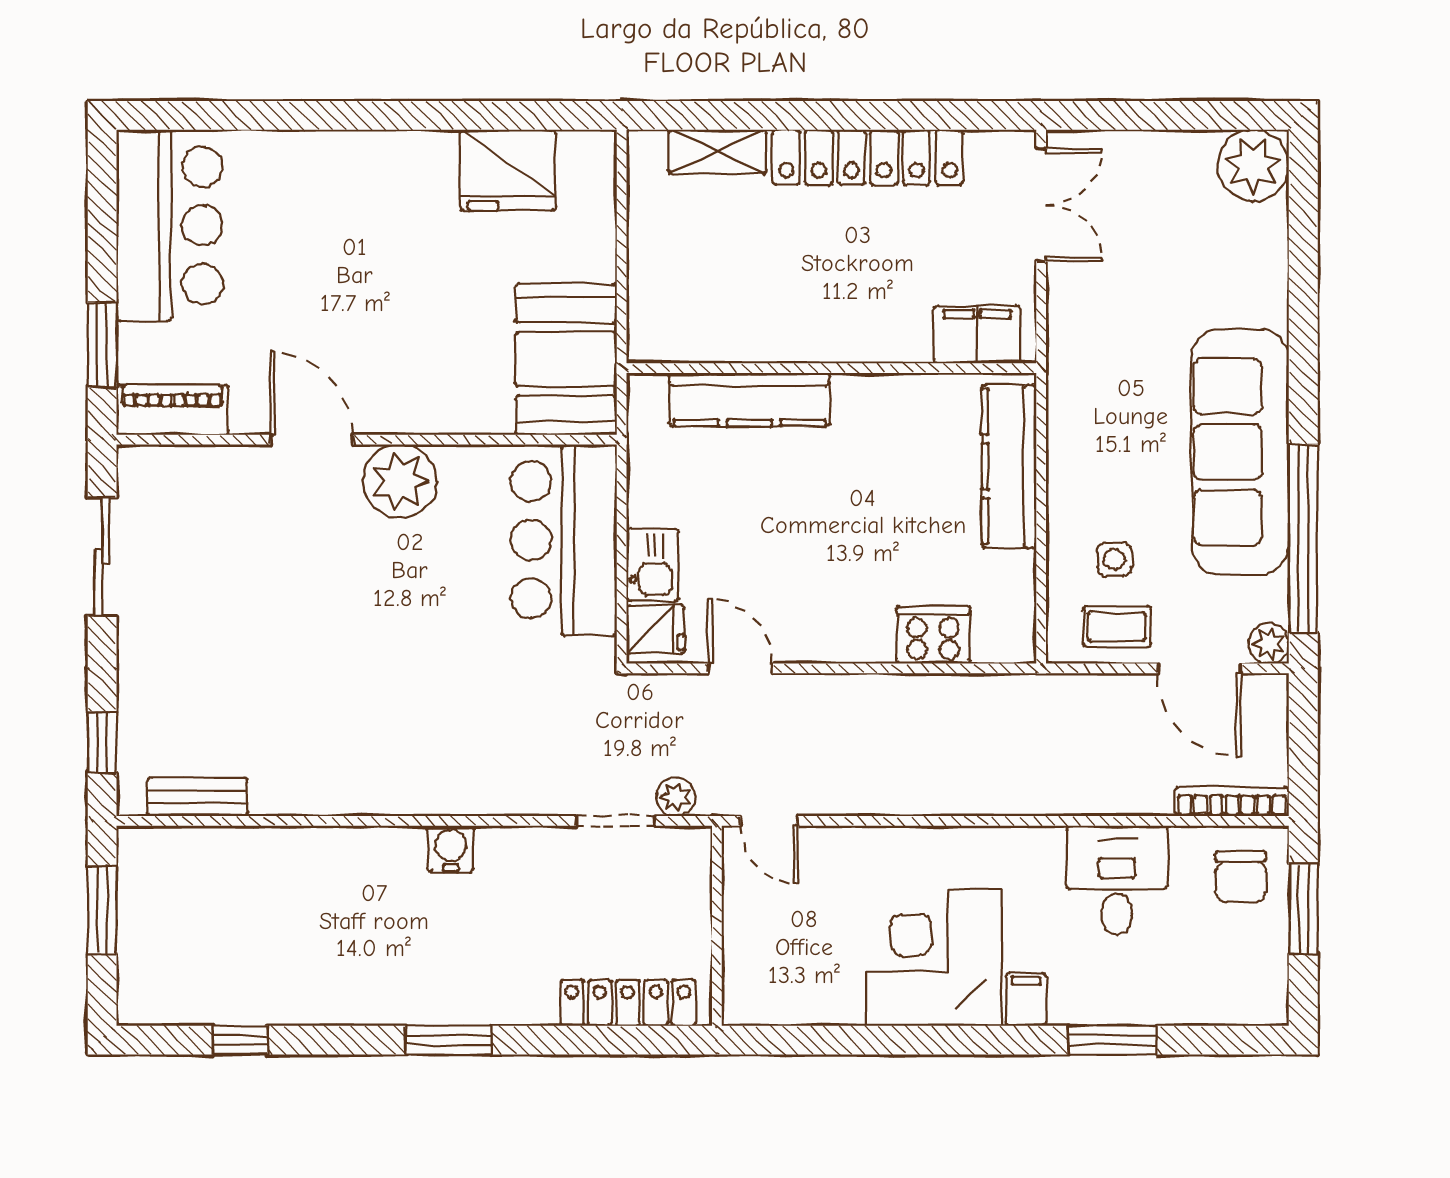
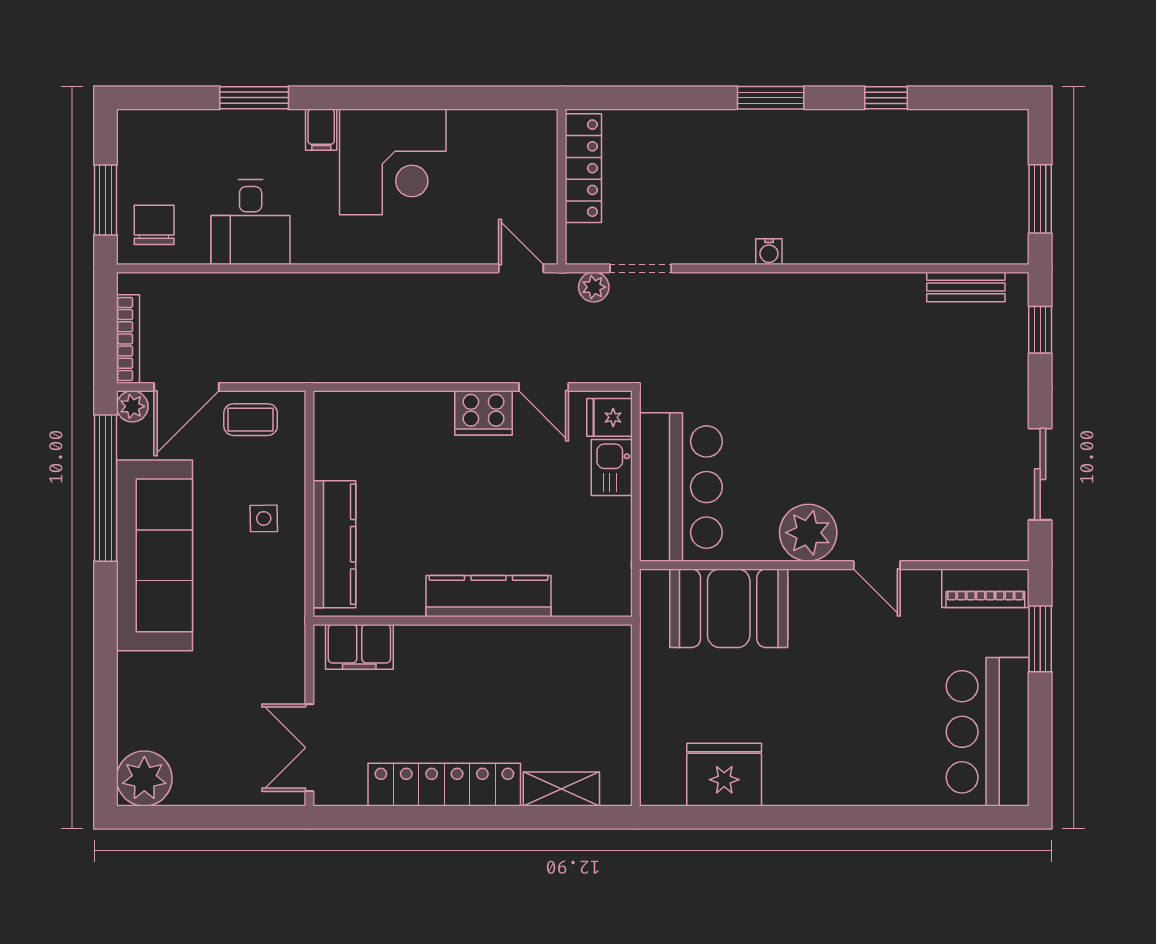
booth: (566, 359) -> (729, 608), moved, turned 90
kitchen counter: (749, 400) -> (489, 596), moved
door: (312, 440) -> (877, 565), width x0.73
side table: (1114, 560) -> (264, 518), moved
cooker: (933, 635) -> (483, 413), moved
door: (1199, 668) -> (186, 387), swing flipped
bookcase: (1232, 802) -> (128, 339), moved, turned -90
water cooler: (451, 849) -> (769, 252), width x0.72, depth x0.72
locker: (628, 1003) -> (583, 168), moved, turned -90
window: (240, 1040) -> (886, 98), moved

